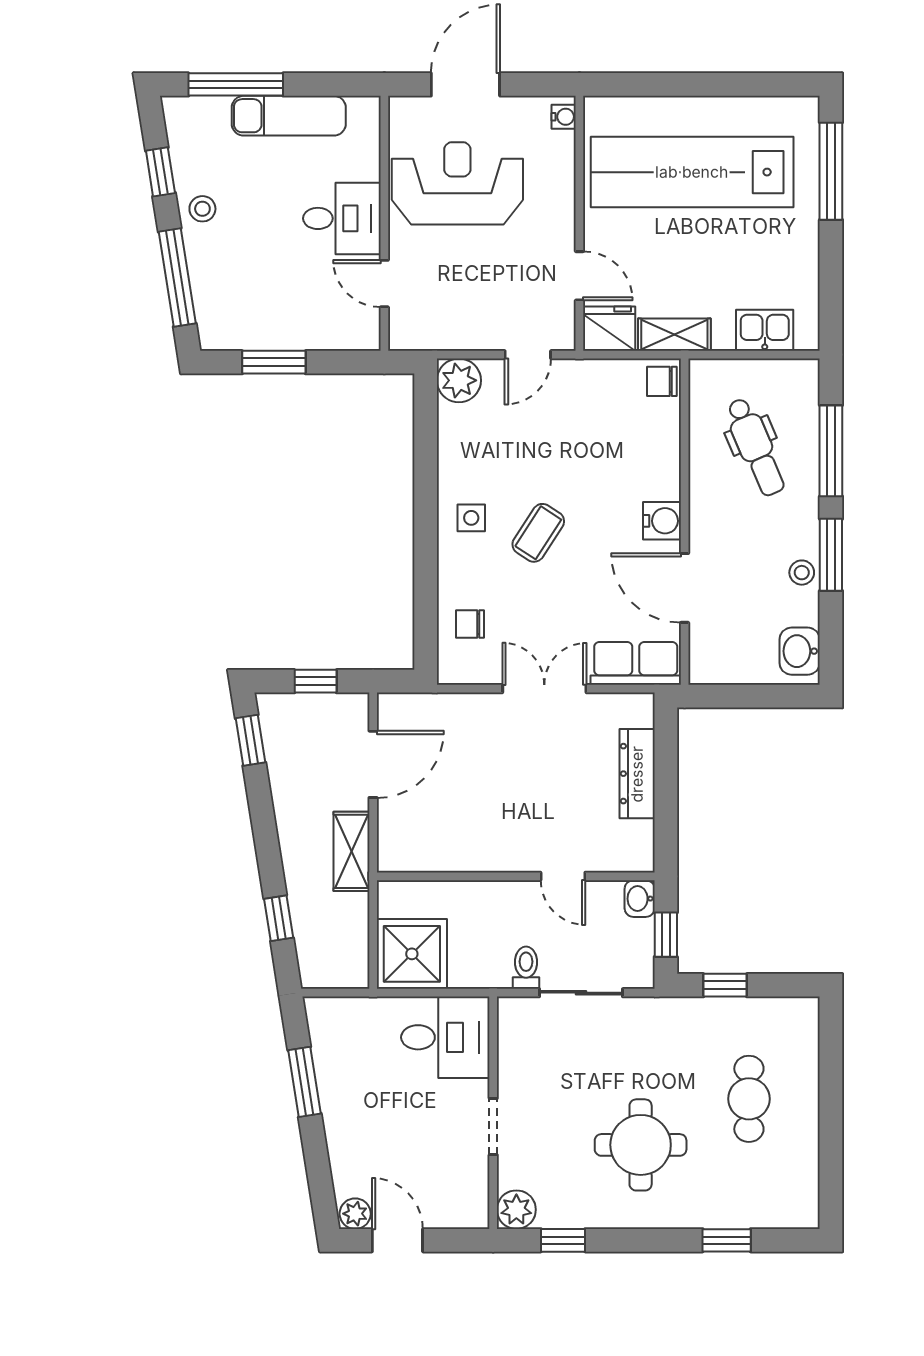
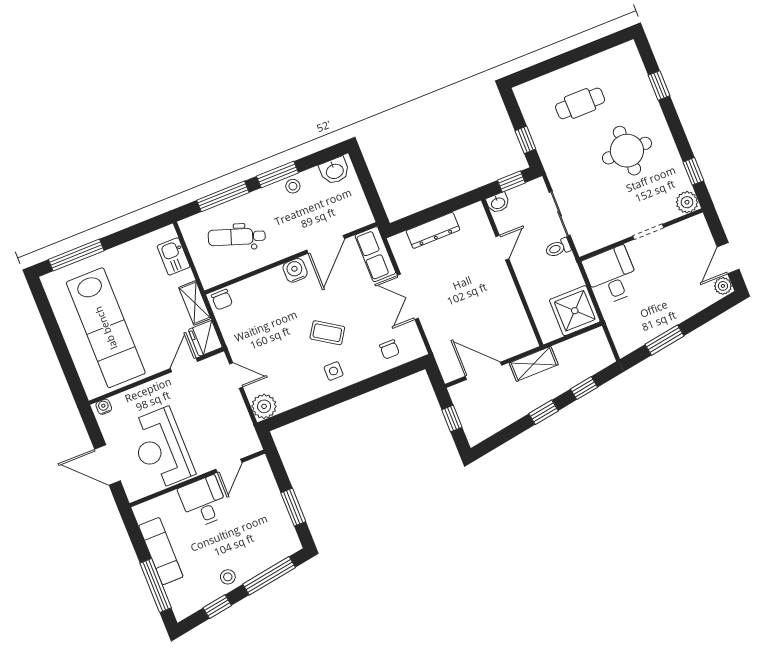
dental chair: (755, 447) -> (237, 237), turned -138
window: (250, 740) -> (543, 412), moved

